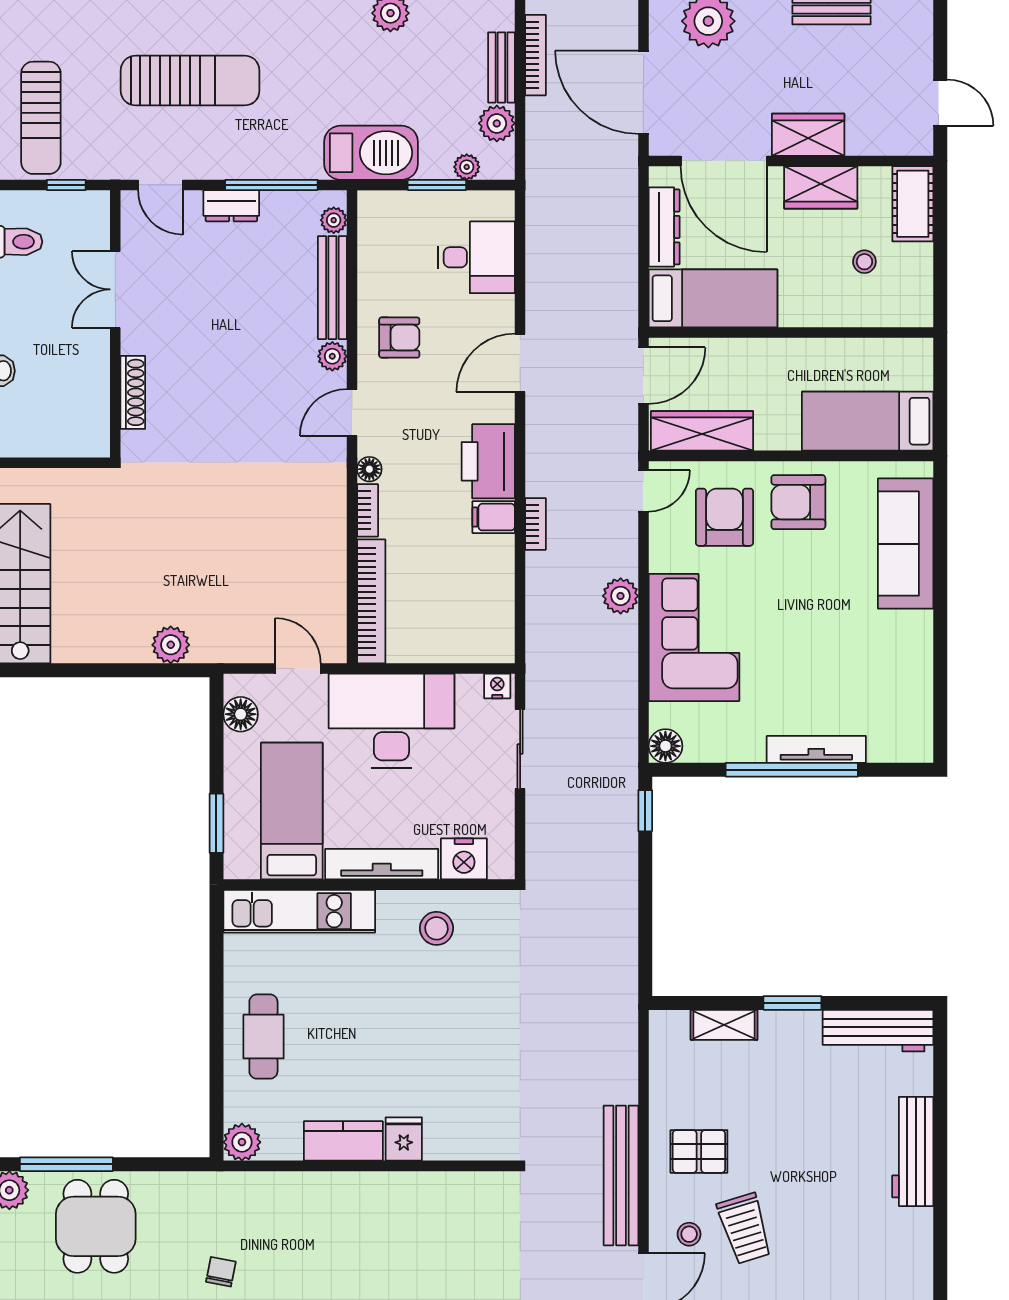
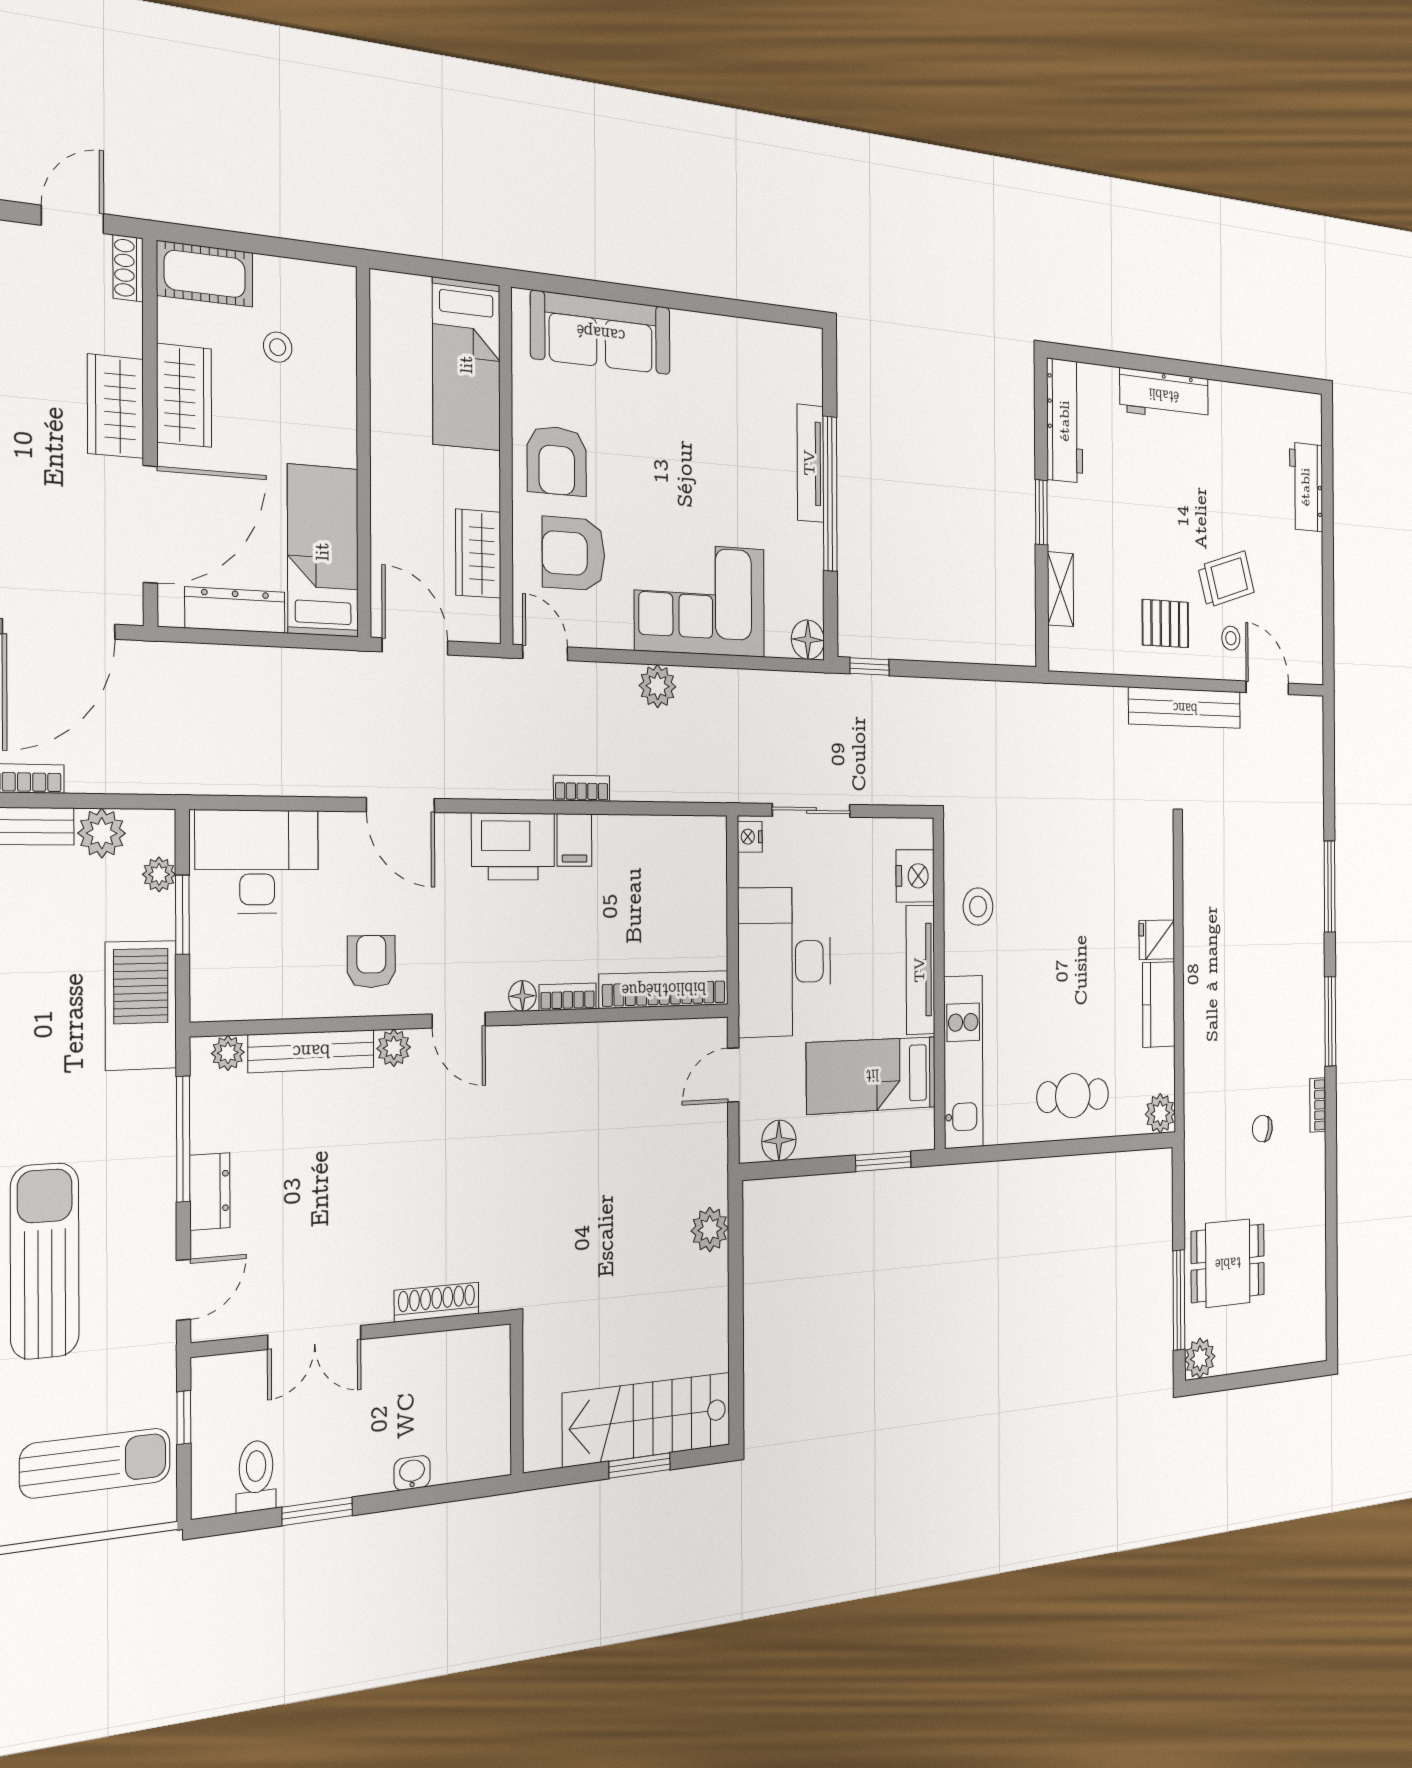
shoe rack: (910, 144) -> (128, 268), added
desk: (476, 257) -> (257, 862), width x1.37
wardrobe: (702, 431) -> (478, 554), width x0.67
pallet: (699, 1151) -> (1165, 624), turned 90

